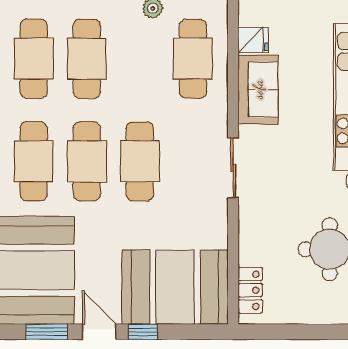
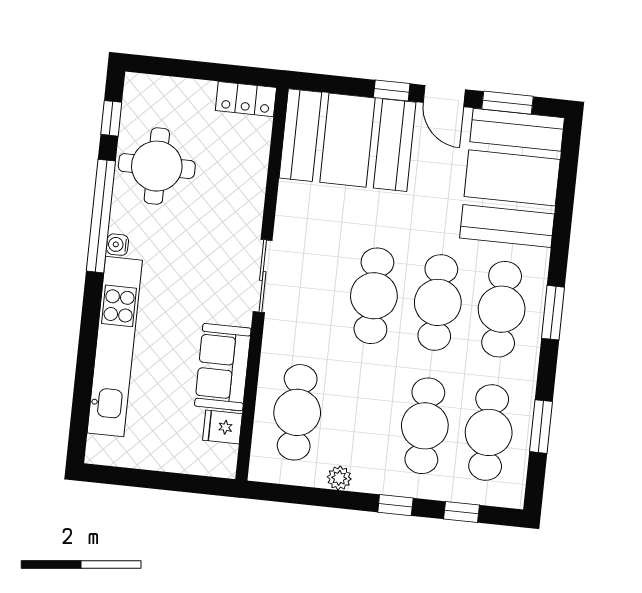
locker: (250, 290) -> (246, 99), moved, turned -90

